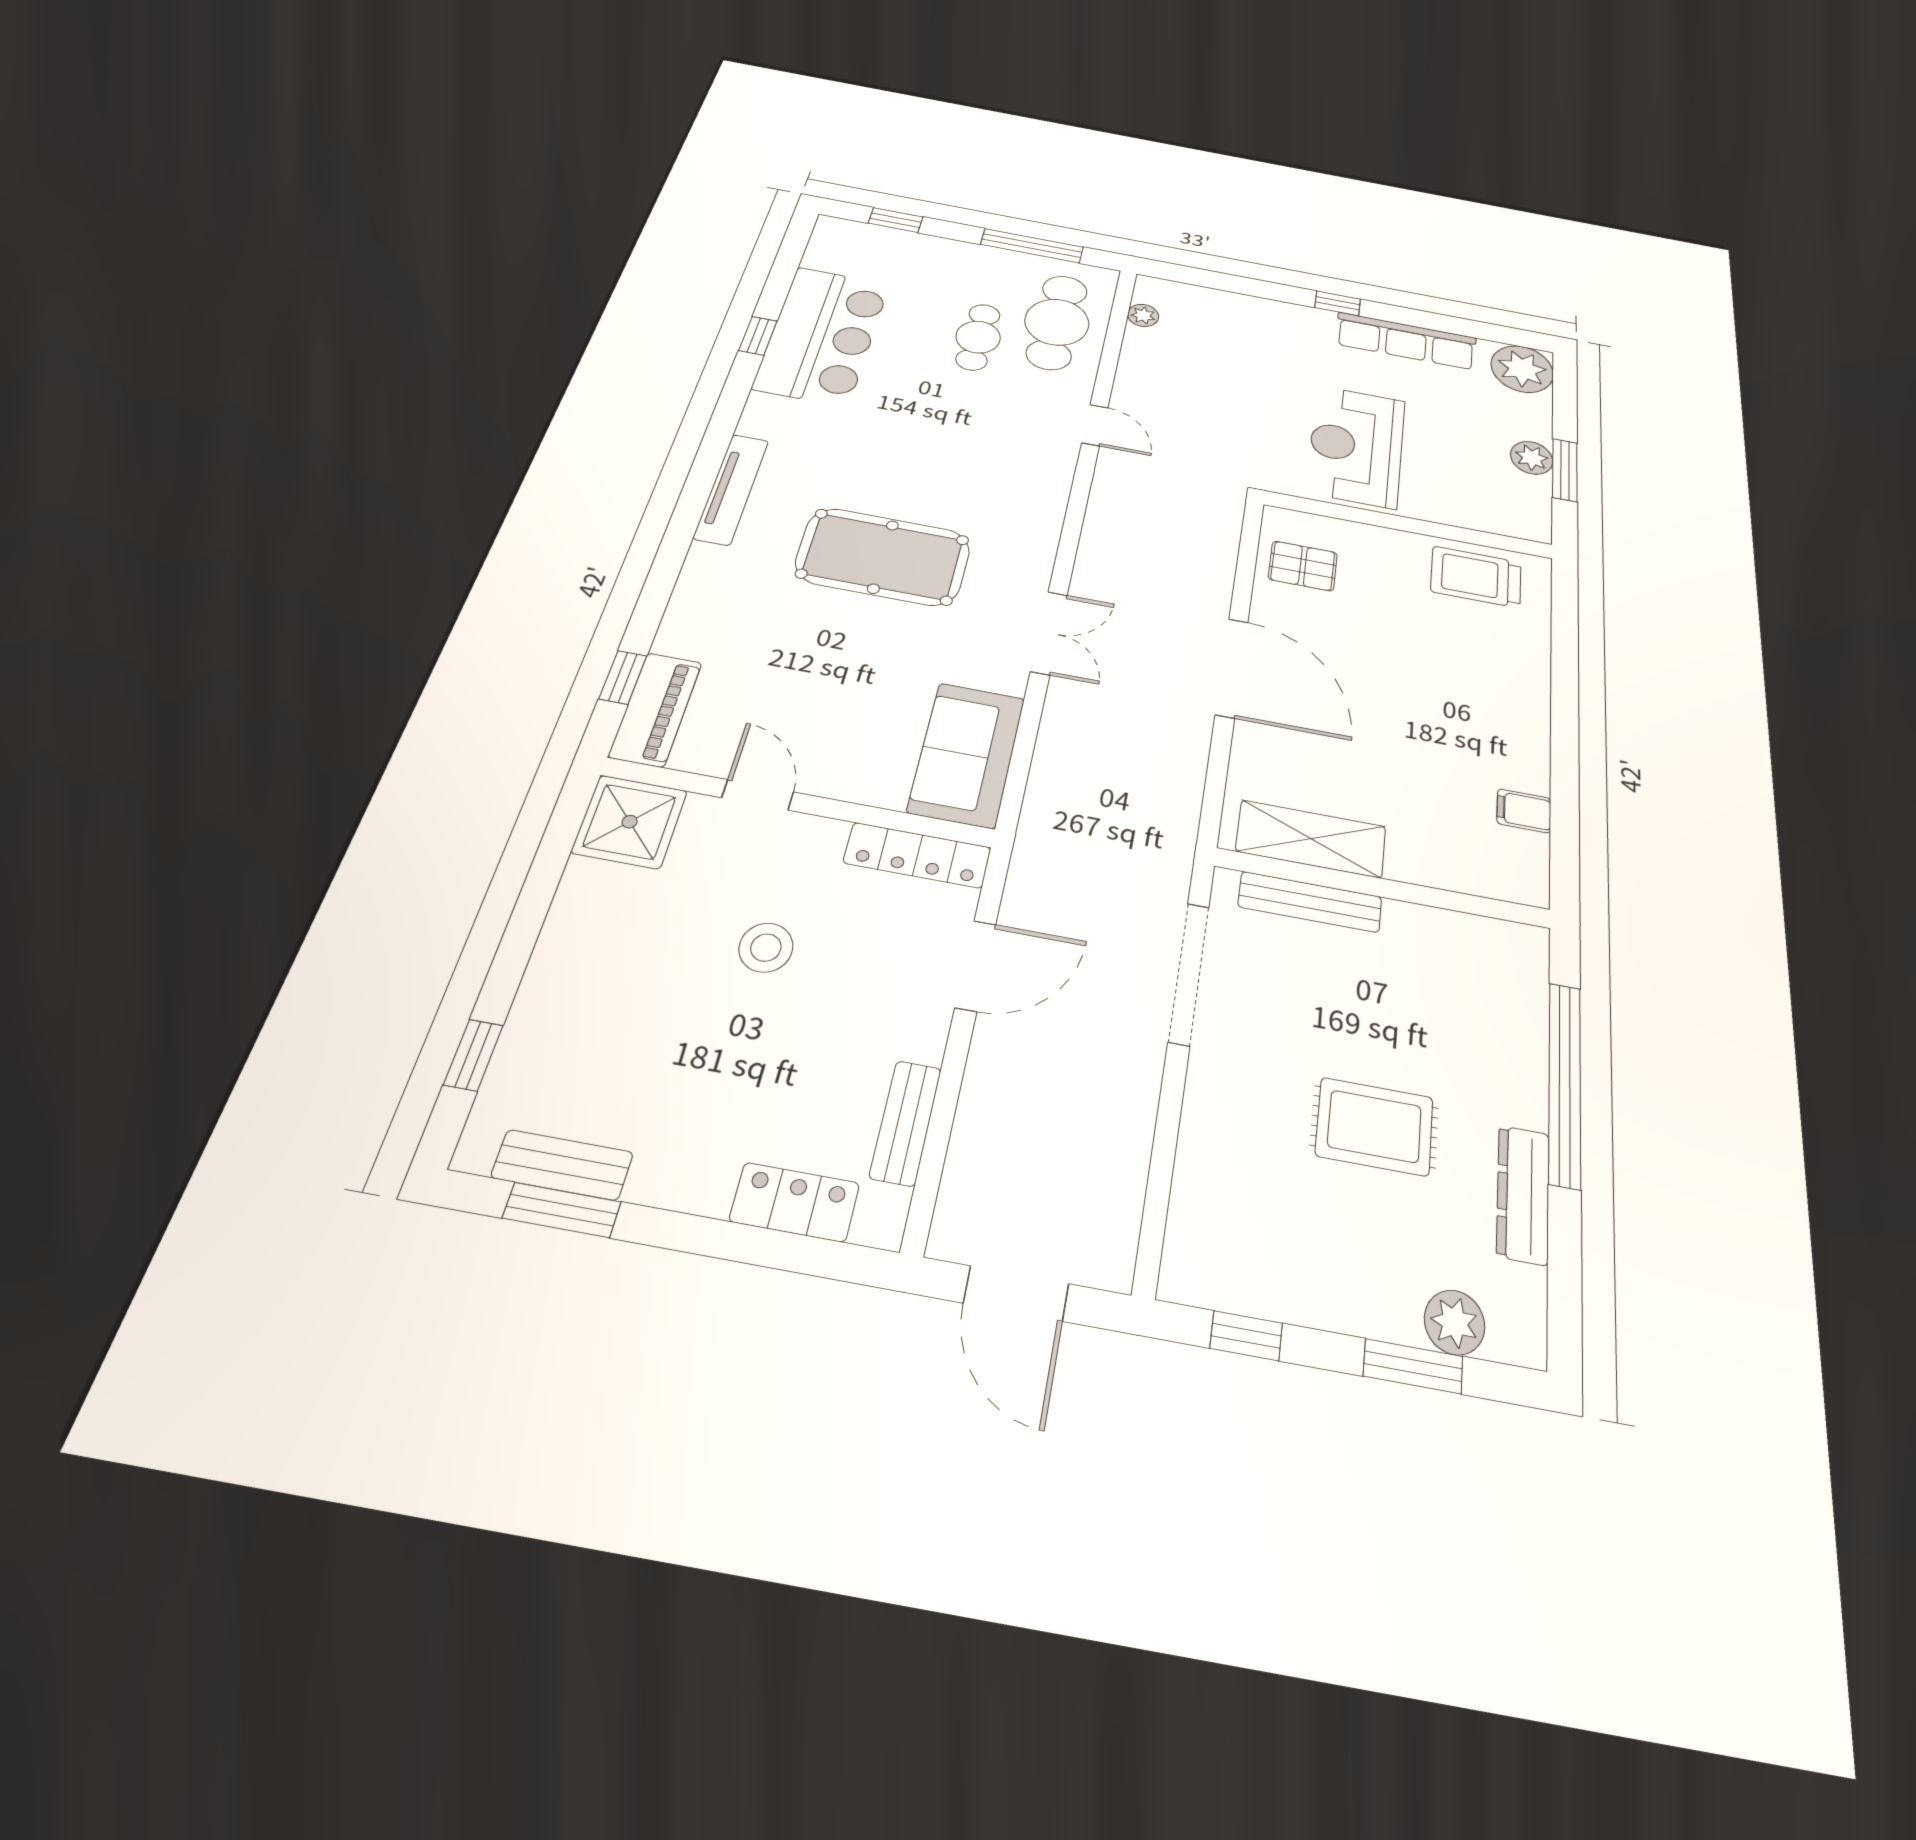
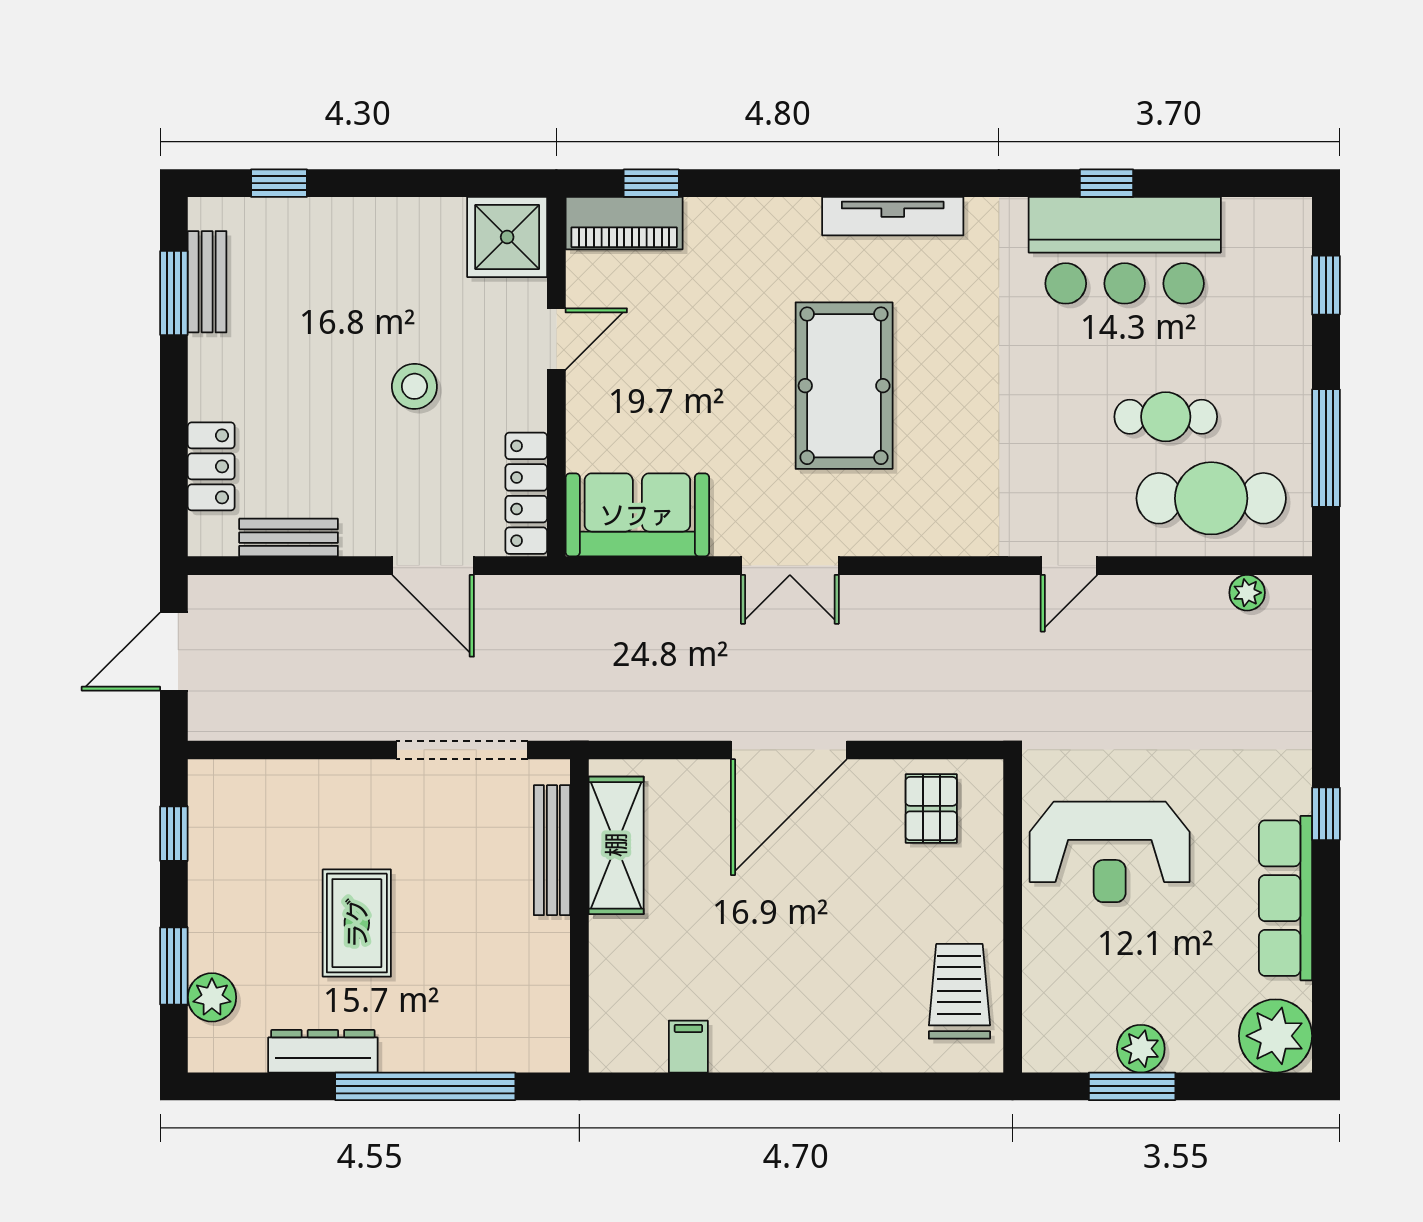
reception desk: (1356, 446) -> (1110, 852), turned 180

